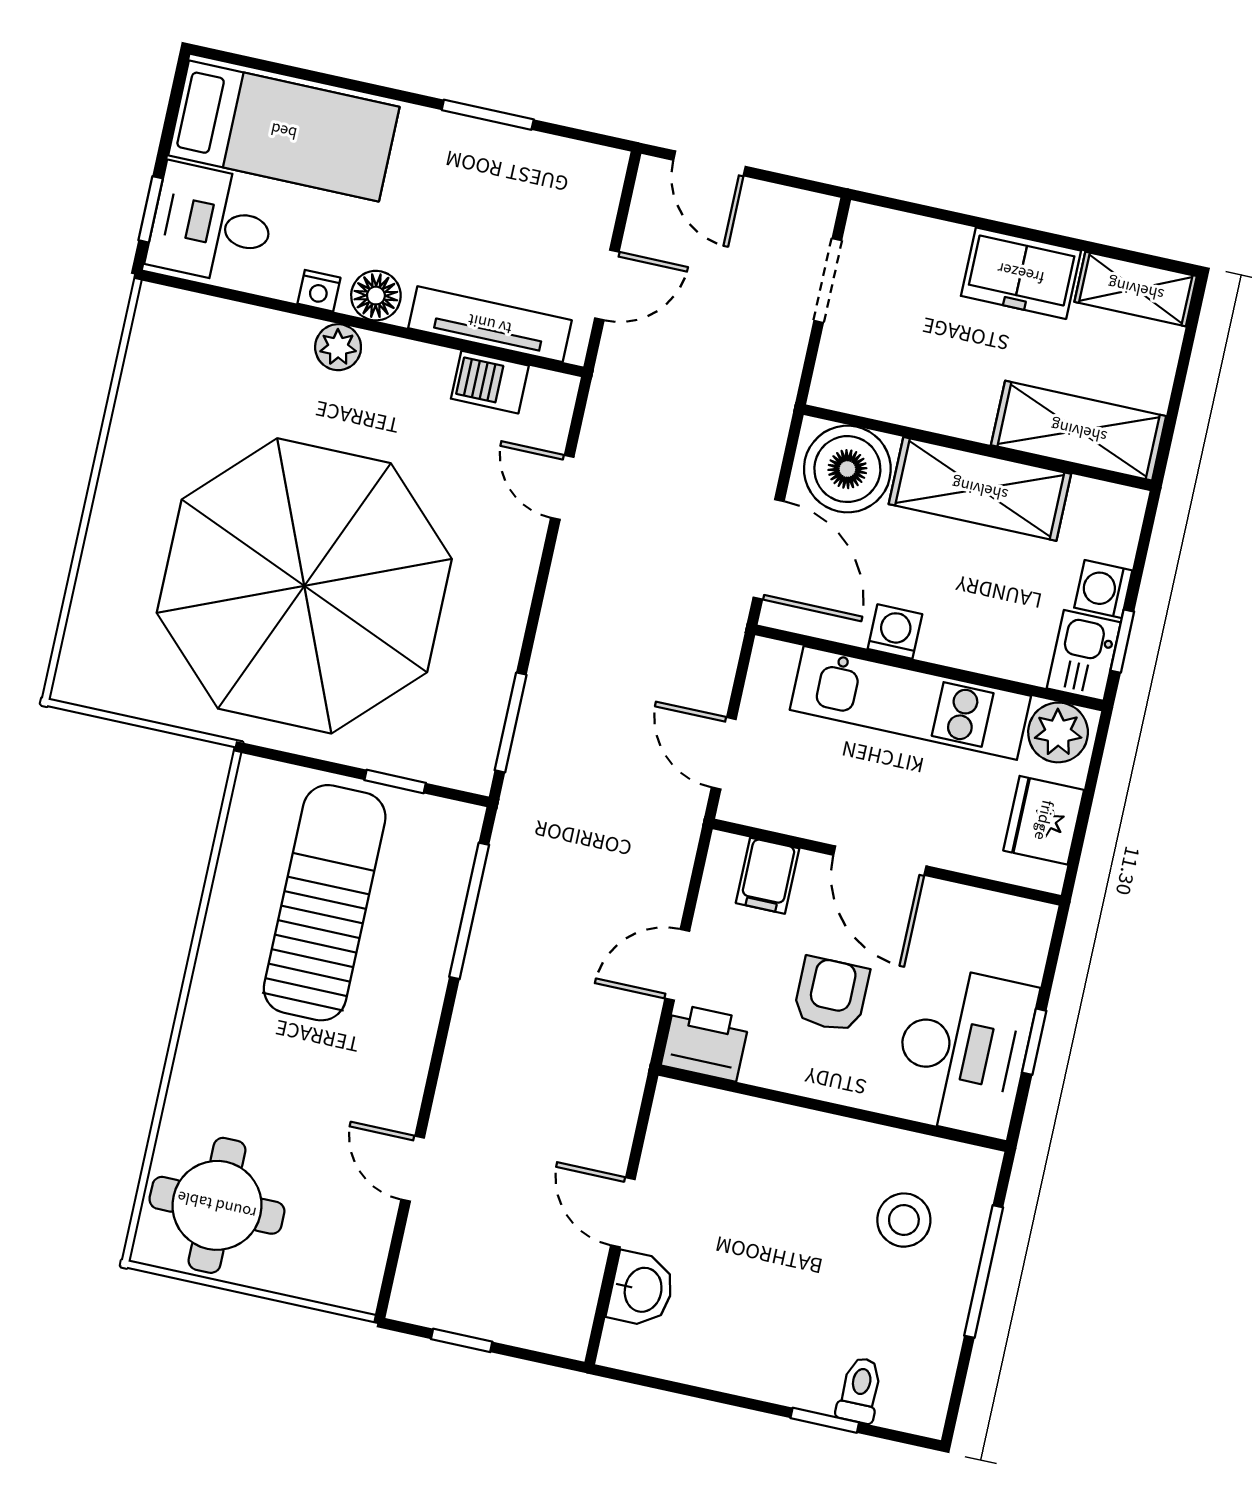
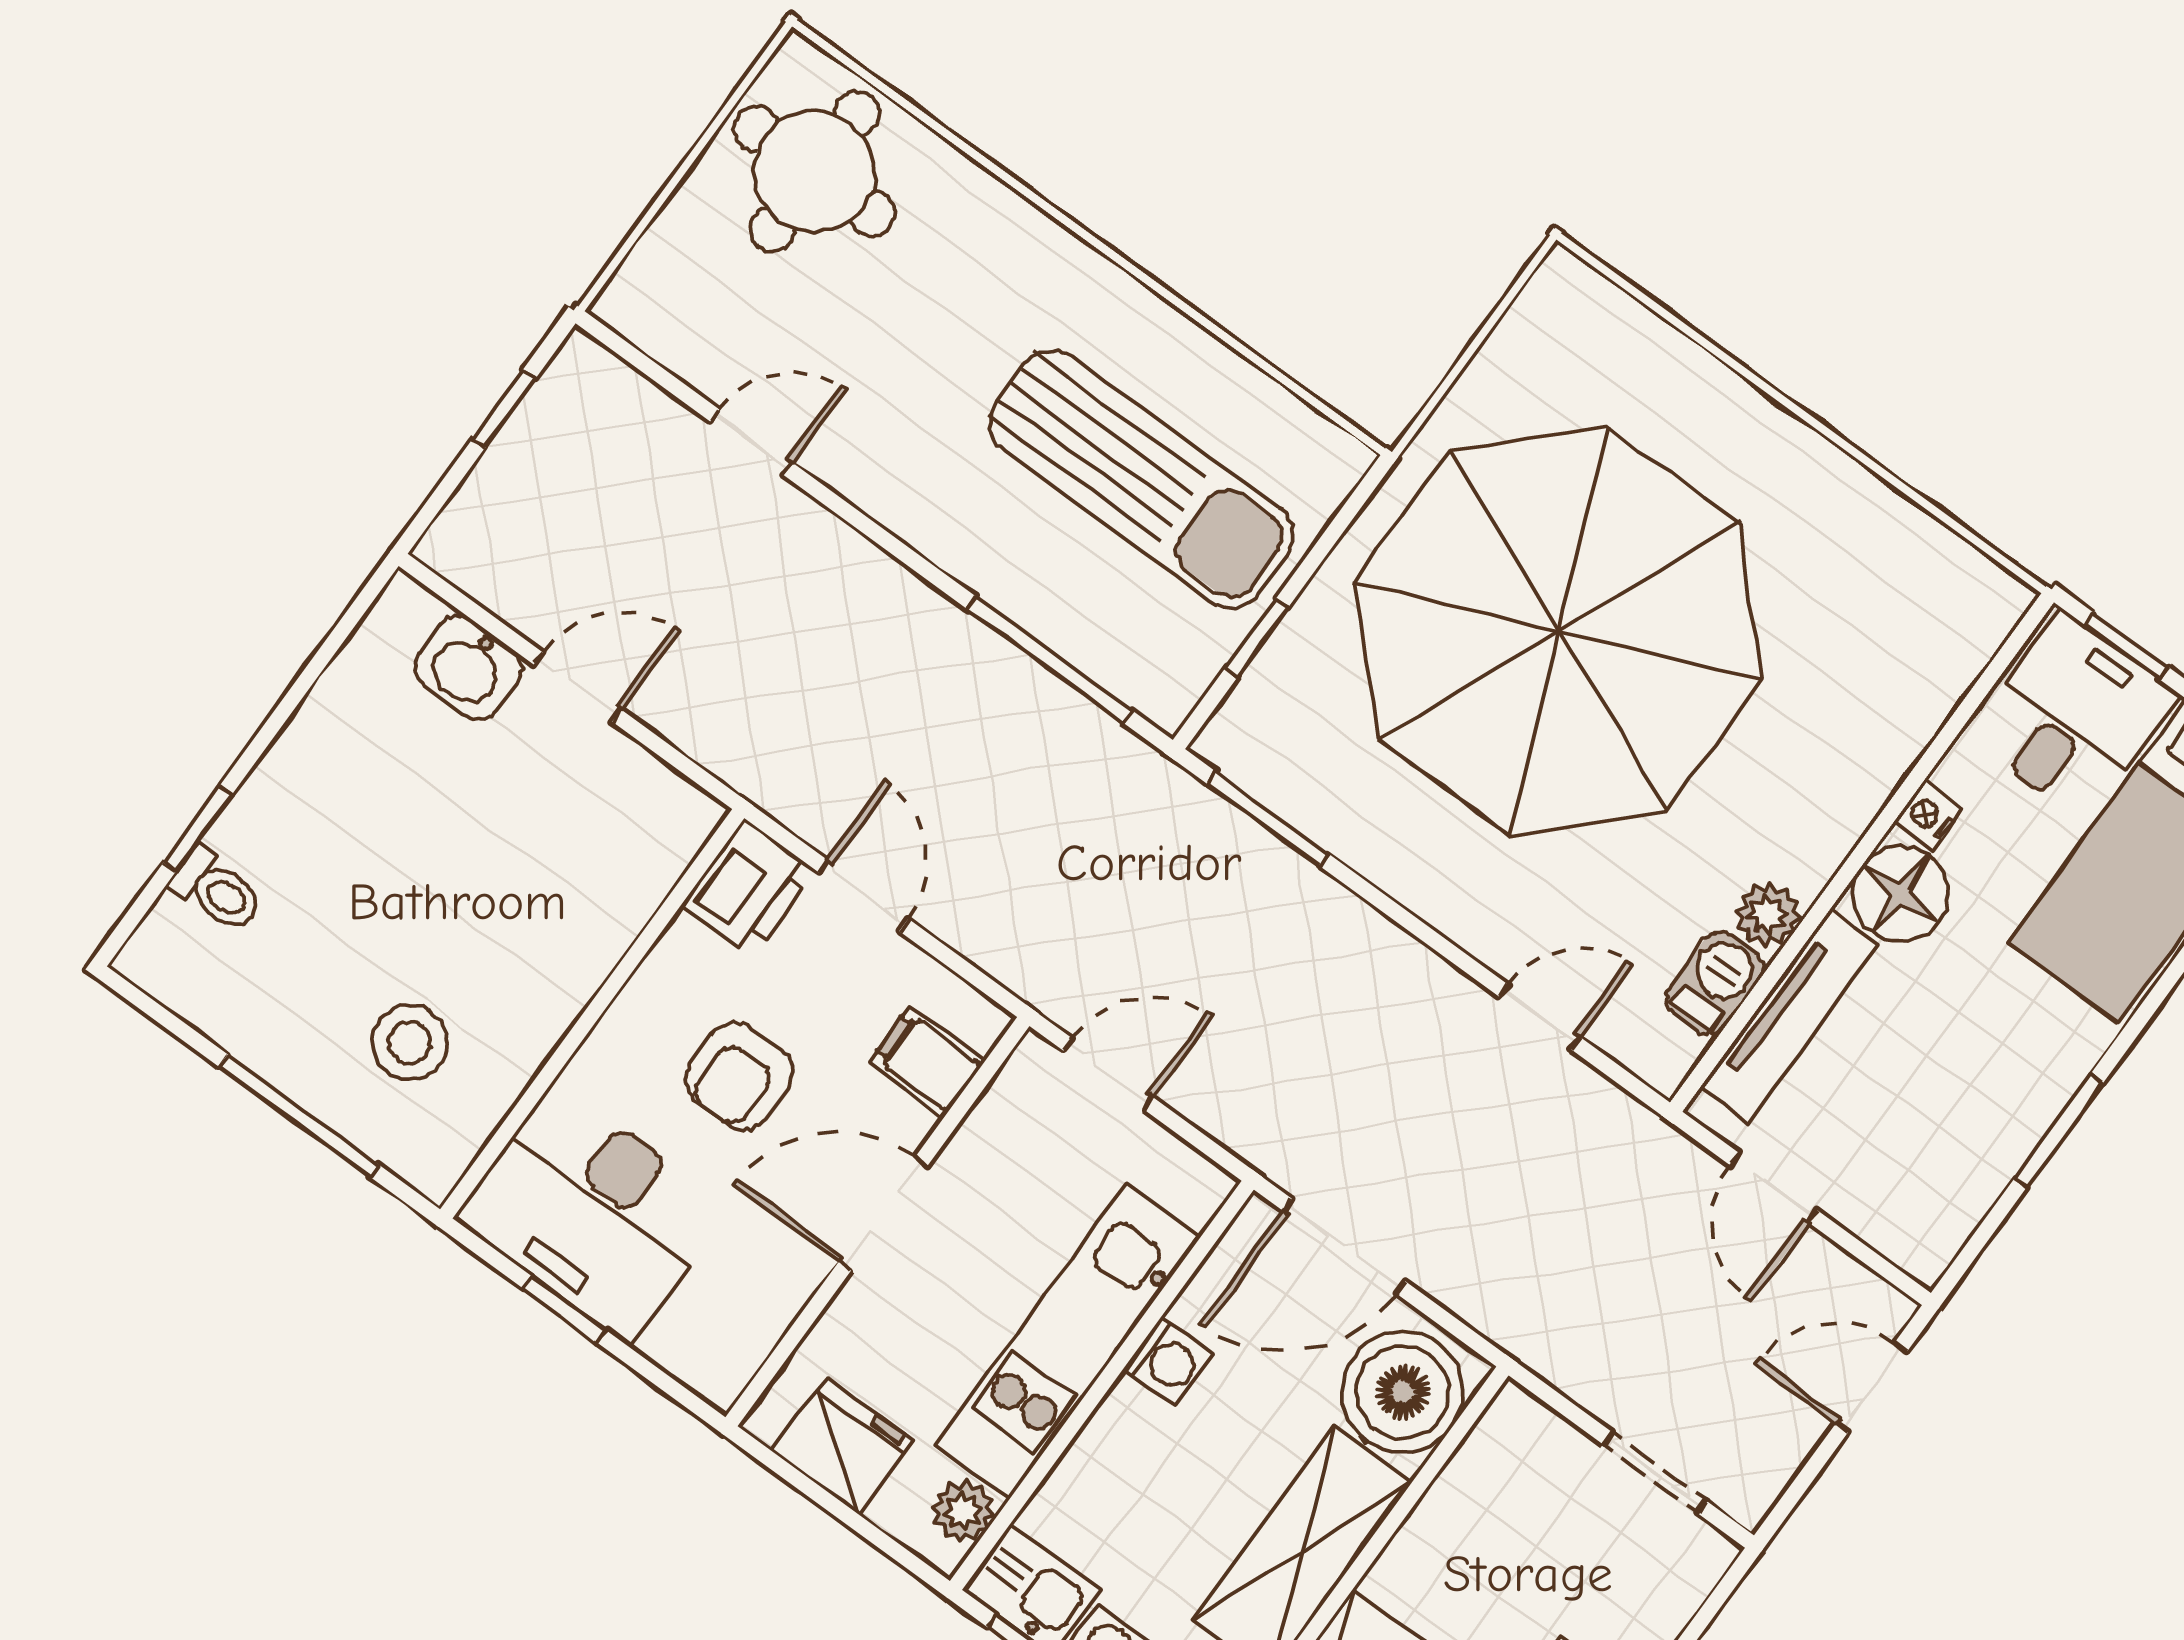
floor lamp: (376, 296) -> (1900, 894), width x1.38, depth x1.38
plant: (338, 347) -> (1768, 915), moved
plant: (1058, 732) -> (963, 1511), width x0.73, depth x0.73
armchair: (831, 994) -> (739, 1076), turned 90

